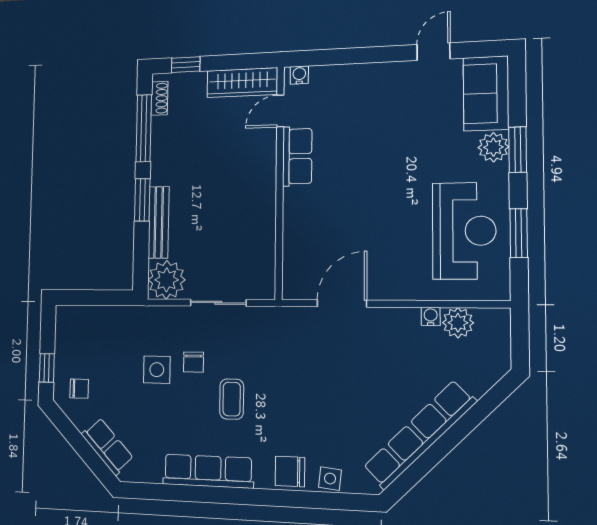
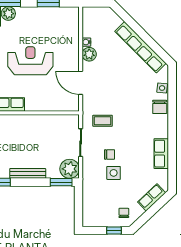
window: (142, 200) -> (61, 182), moved
bench: (159, 222) -> (28, 173), moved
reception desk: (464, 231) -> (30, 61), moved
plant: (458, 323) -> (89, 54), moved
coffee table: (232, 399) -> (103, 121), moved
row of seats: (208, 471) -> (161, 154), width x0.68

